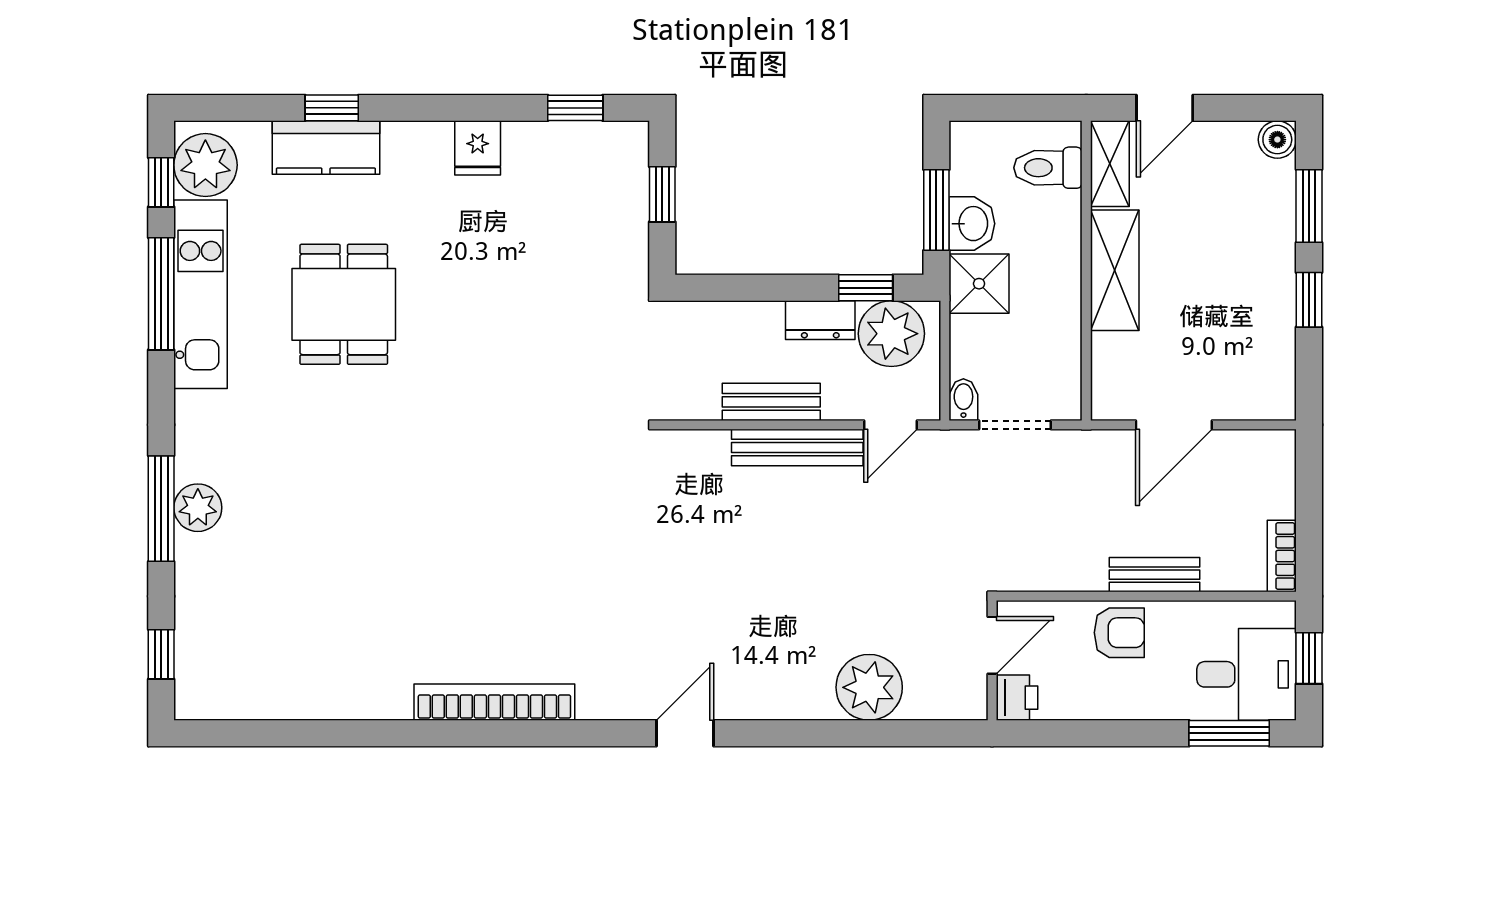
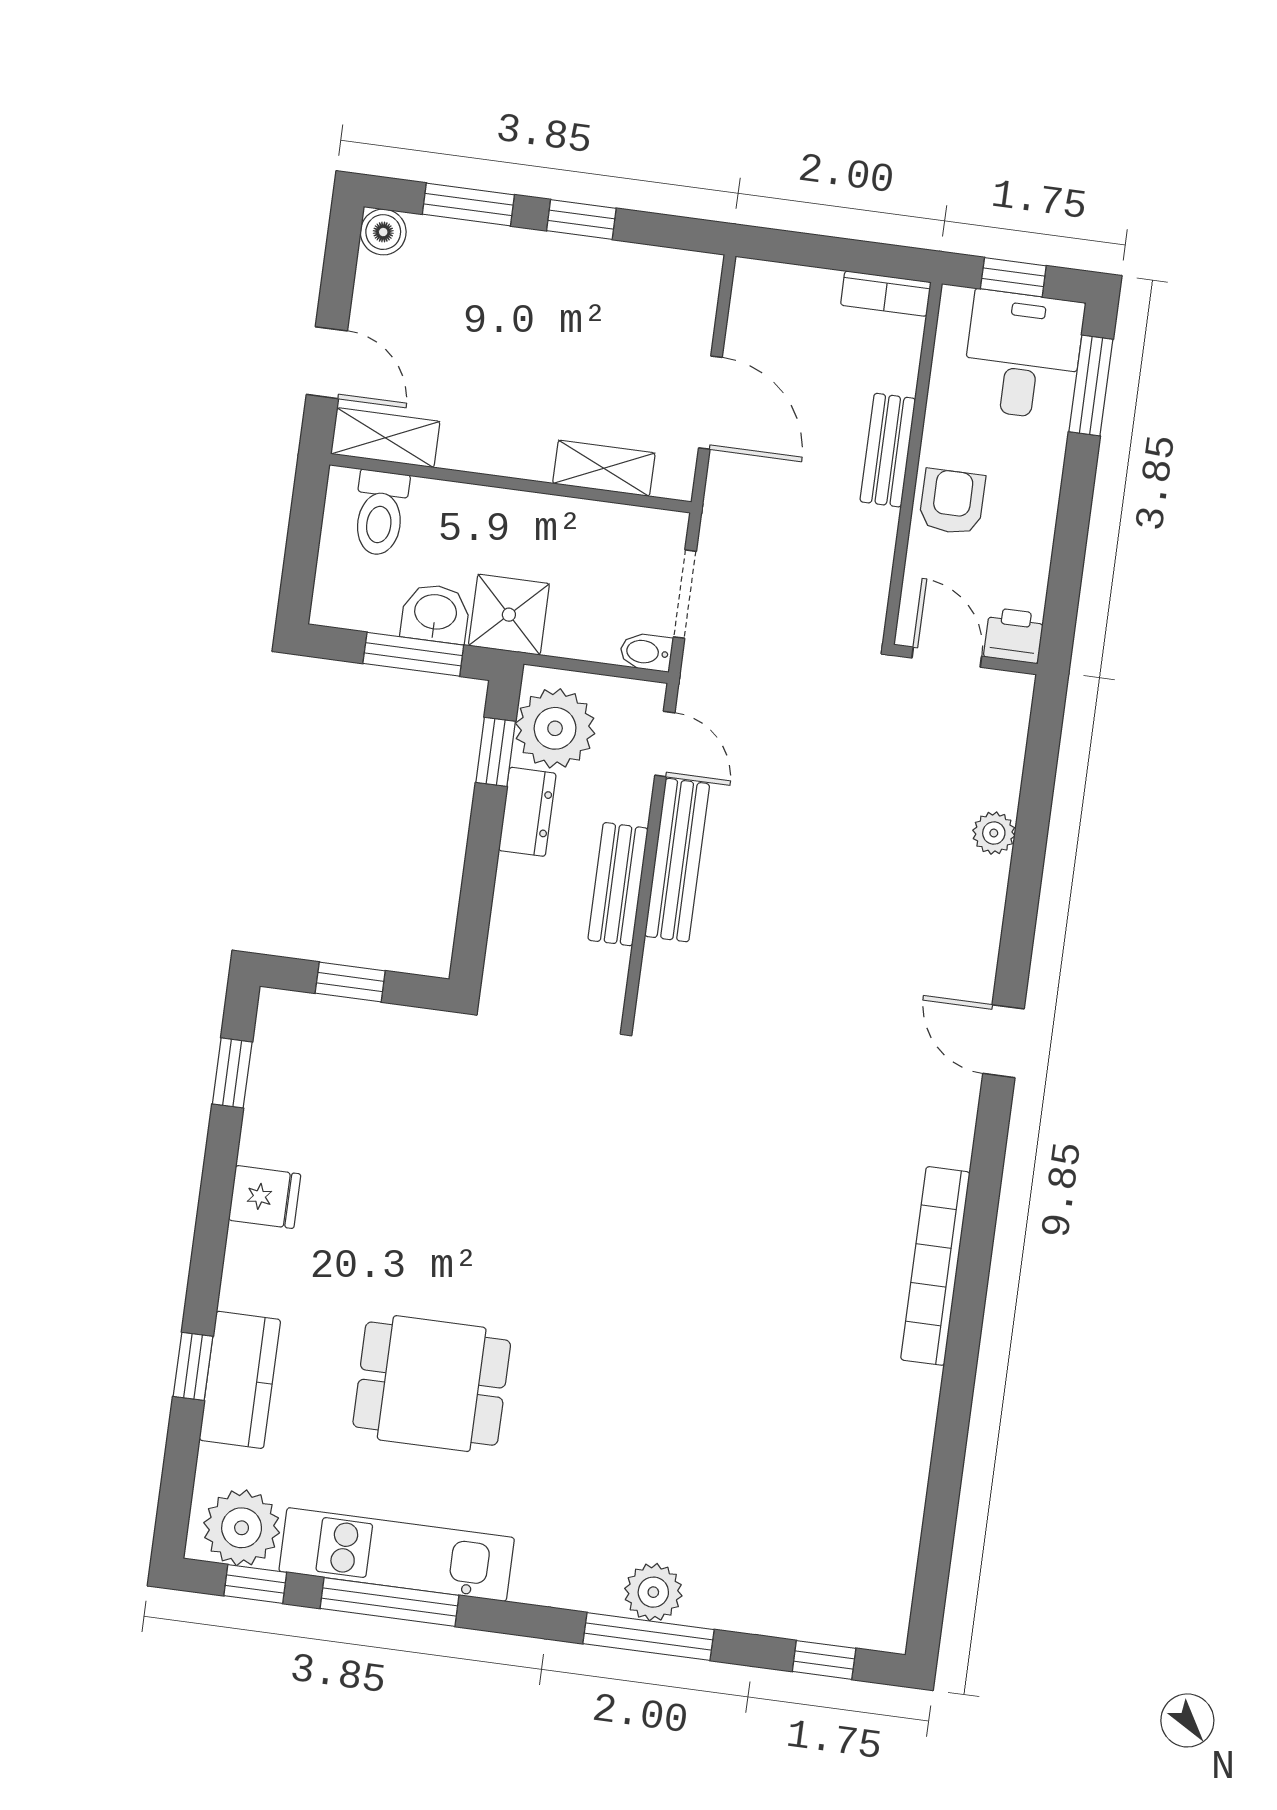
shelving: (1115, 270) -> (604, 468), moved, width x0.67, depth x0.75
plant: (869, 687) -> (994, 833), width x0.53, depth x0.53

